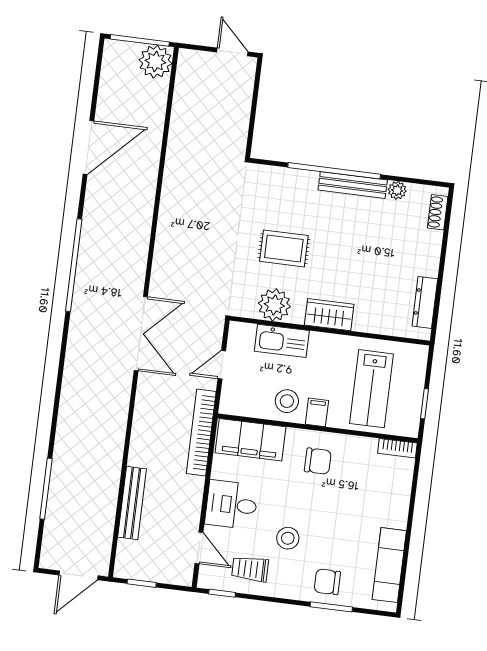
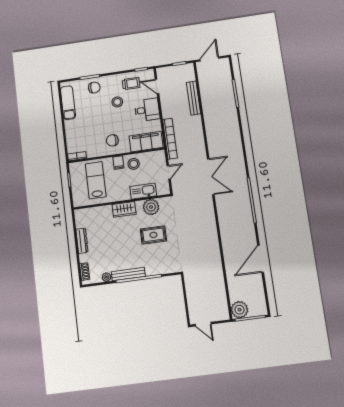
dresser: (425, 302) -> (82, 241), moved
double door: (141, 334) -> (211, 177), swing flipped

